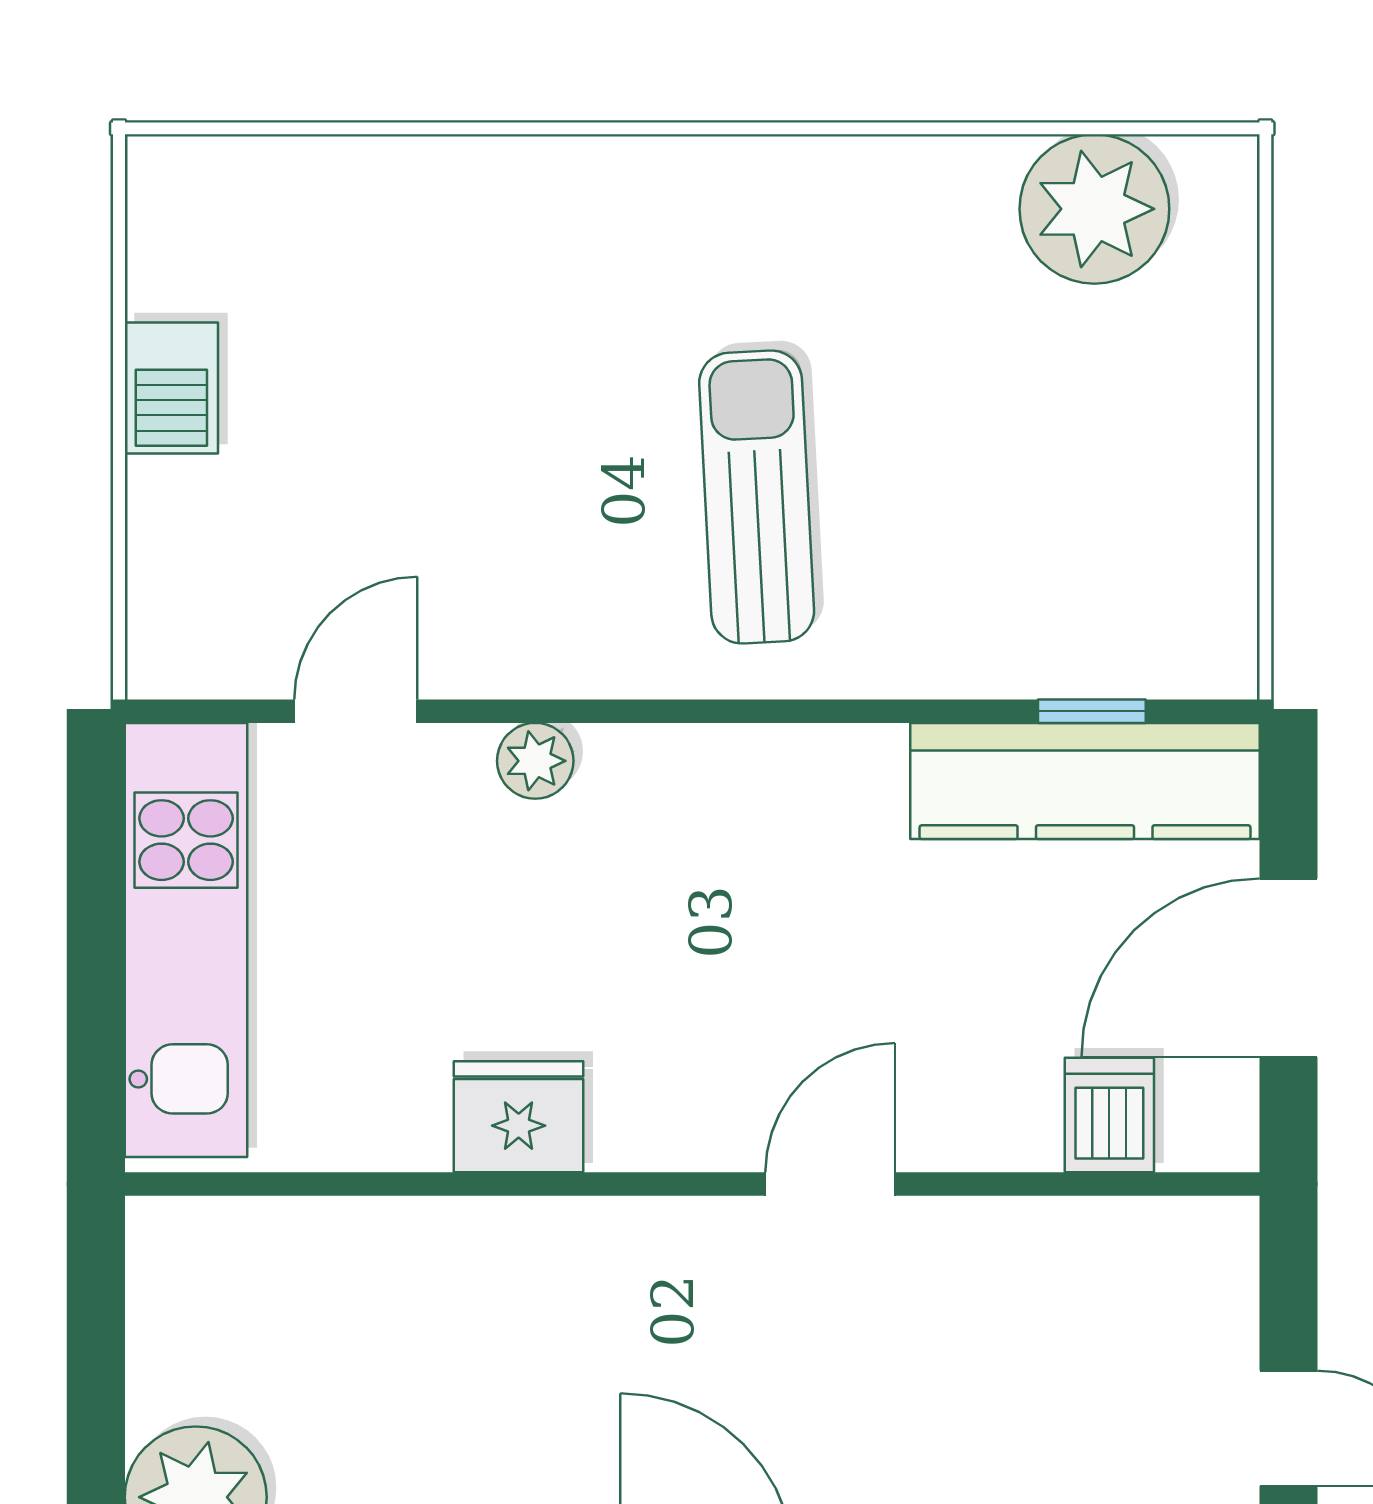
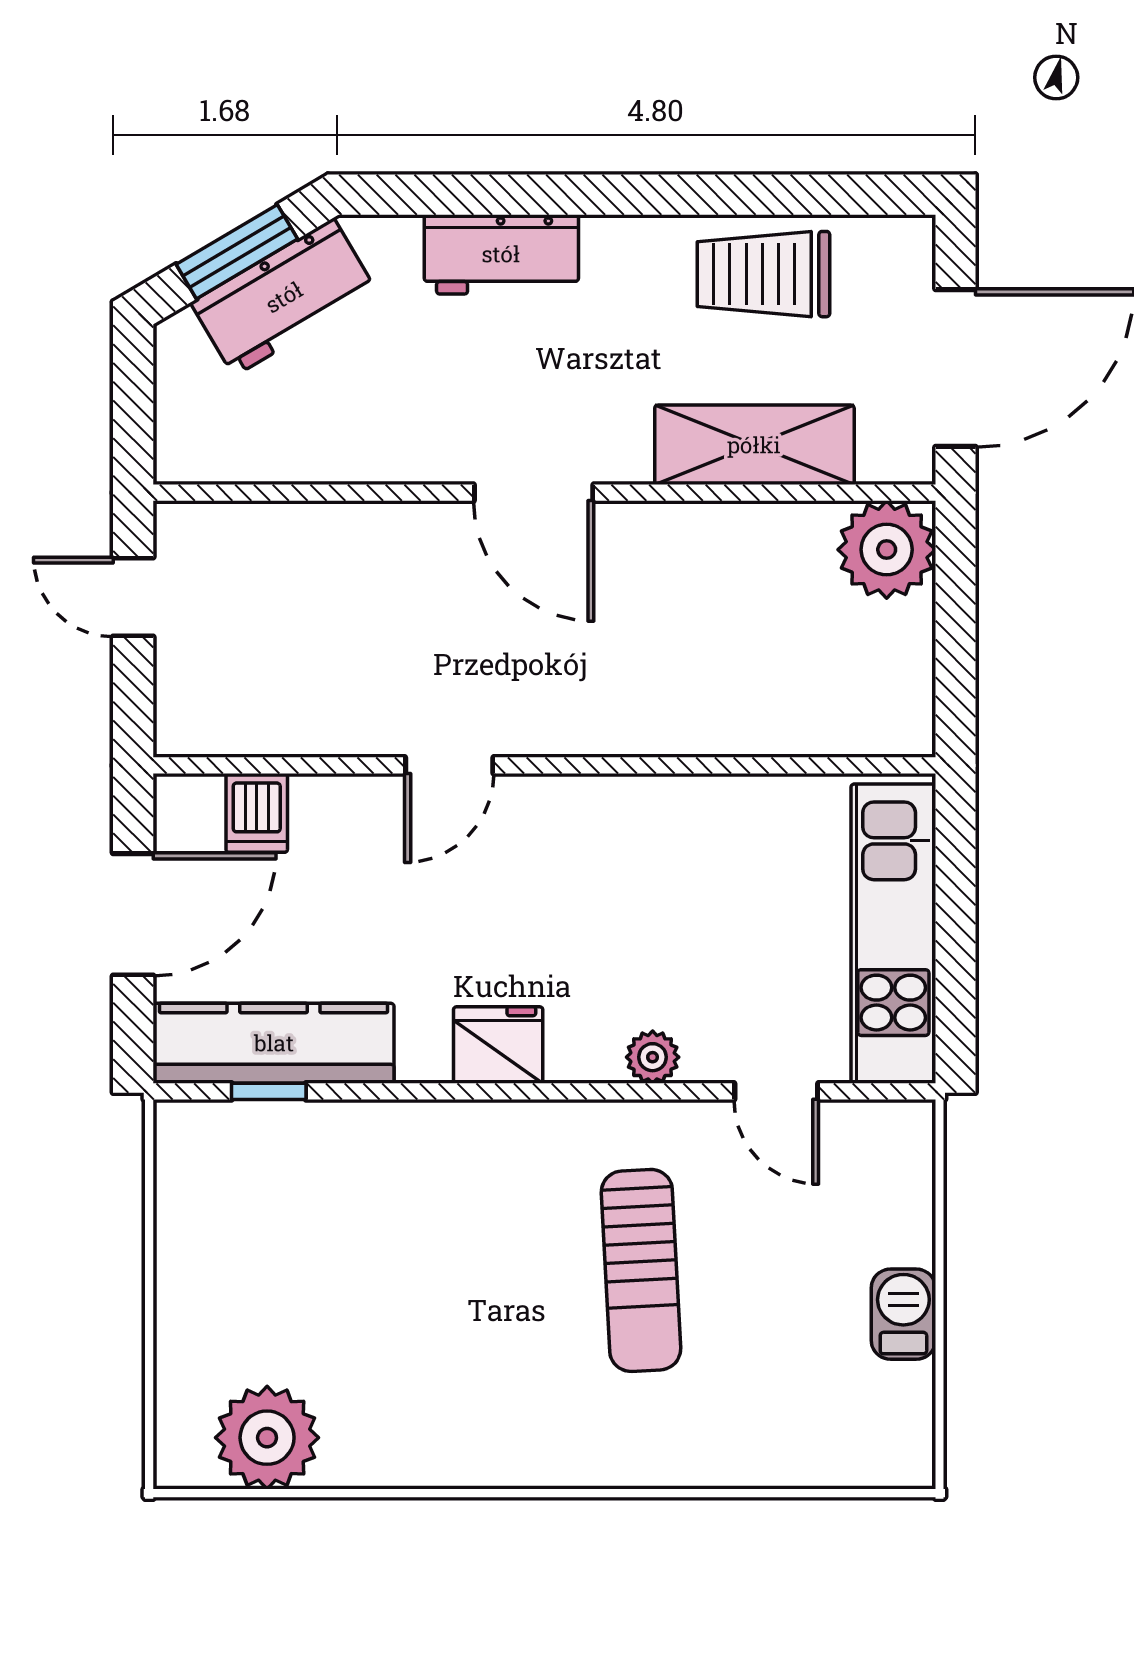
sun lounger: (757, 497) -> (641, 1270), moved
door: (356, 711) -> (776, 1091), hinge flipped
fridge: (519, 1117) -> (498, 1045), moved, turned 180

